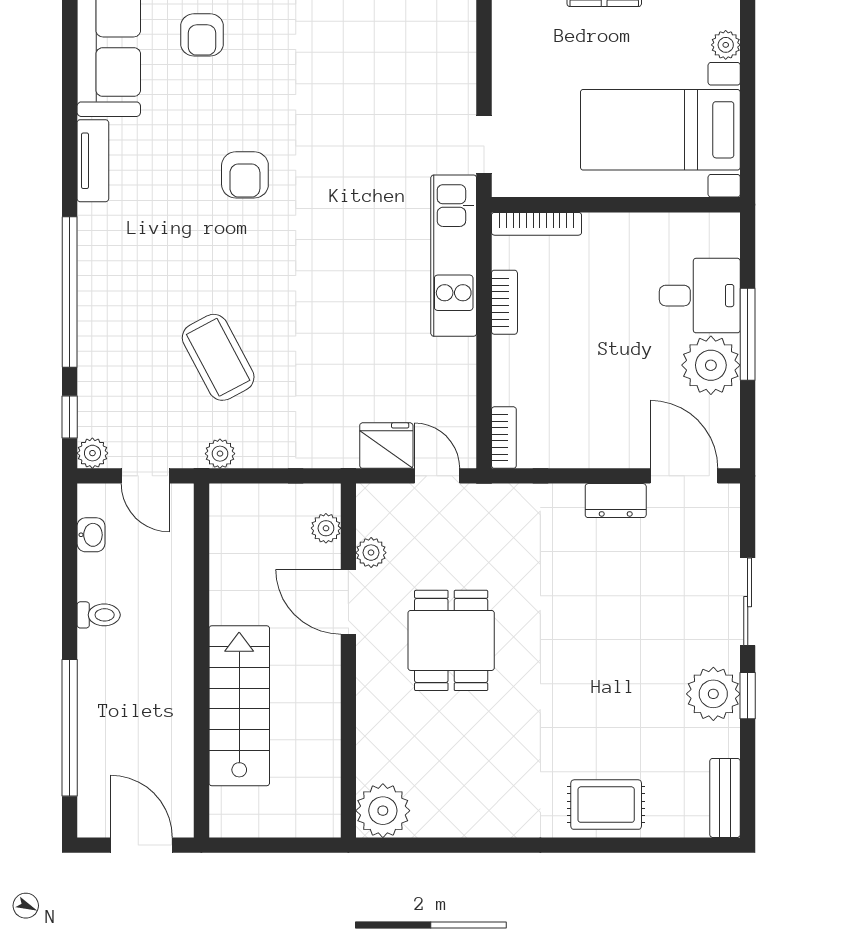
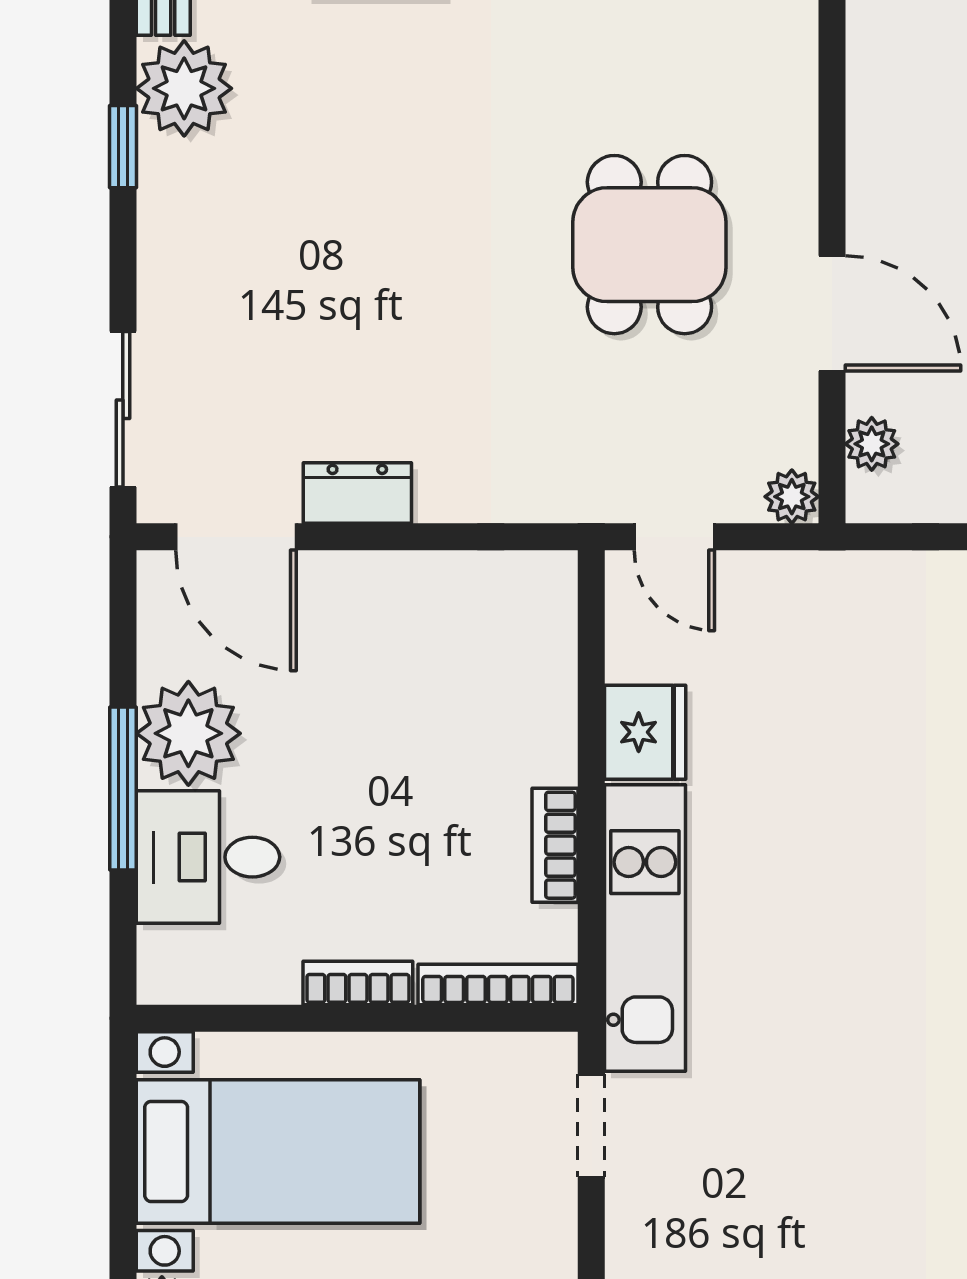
bookcase: (504, 438) -> (358, 983), moved, turned 90
fridge: (386, 446) -> (645, 732), moved, turned -90
plant: (371, 553) -> (792, 497), moved
sliding door: (748, 602) -> (123, 409), moved
plant: (713, 694) -> (184, 88), moved

